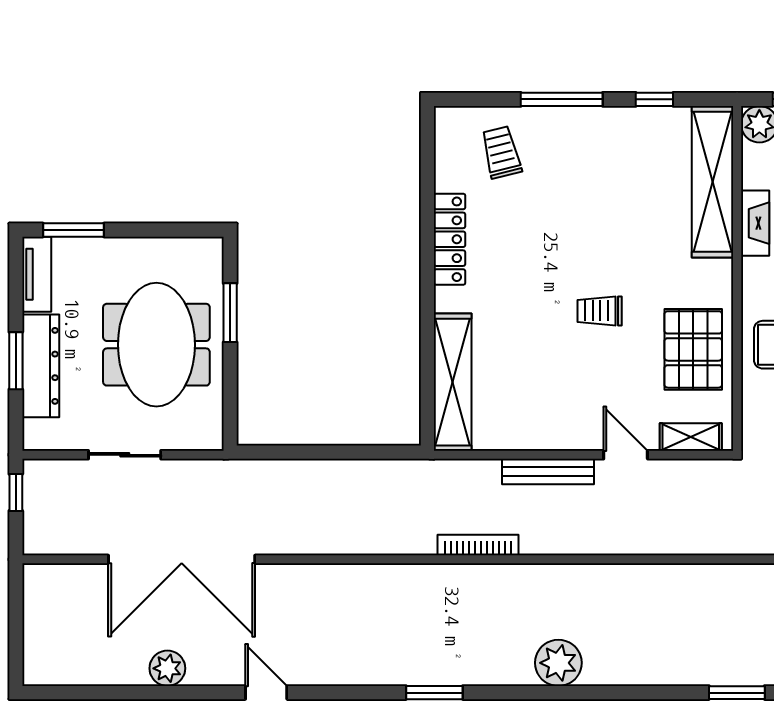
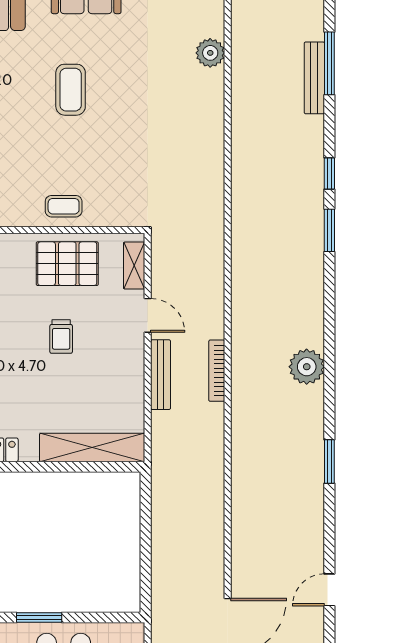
trolley: (600, 311) -> (61, 336), moved
door: (626, 455) -> (148, 315), swing flipped
bookcase: (478, 545) -> (217, 371), moved

